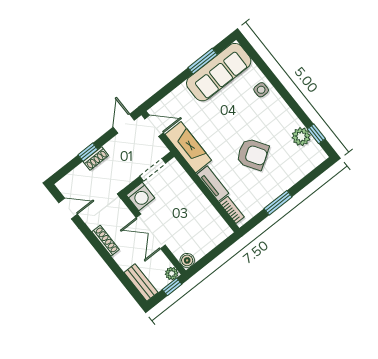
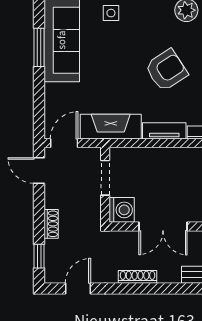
window: (88, 152) -> (39, 256), moved

